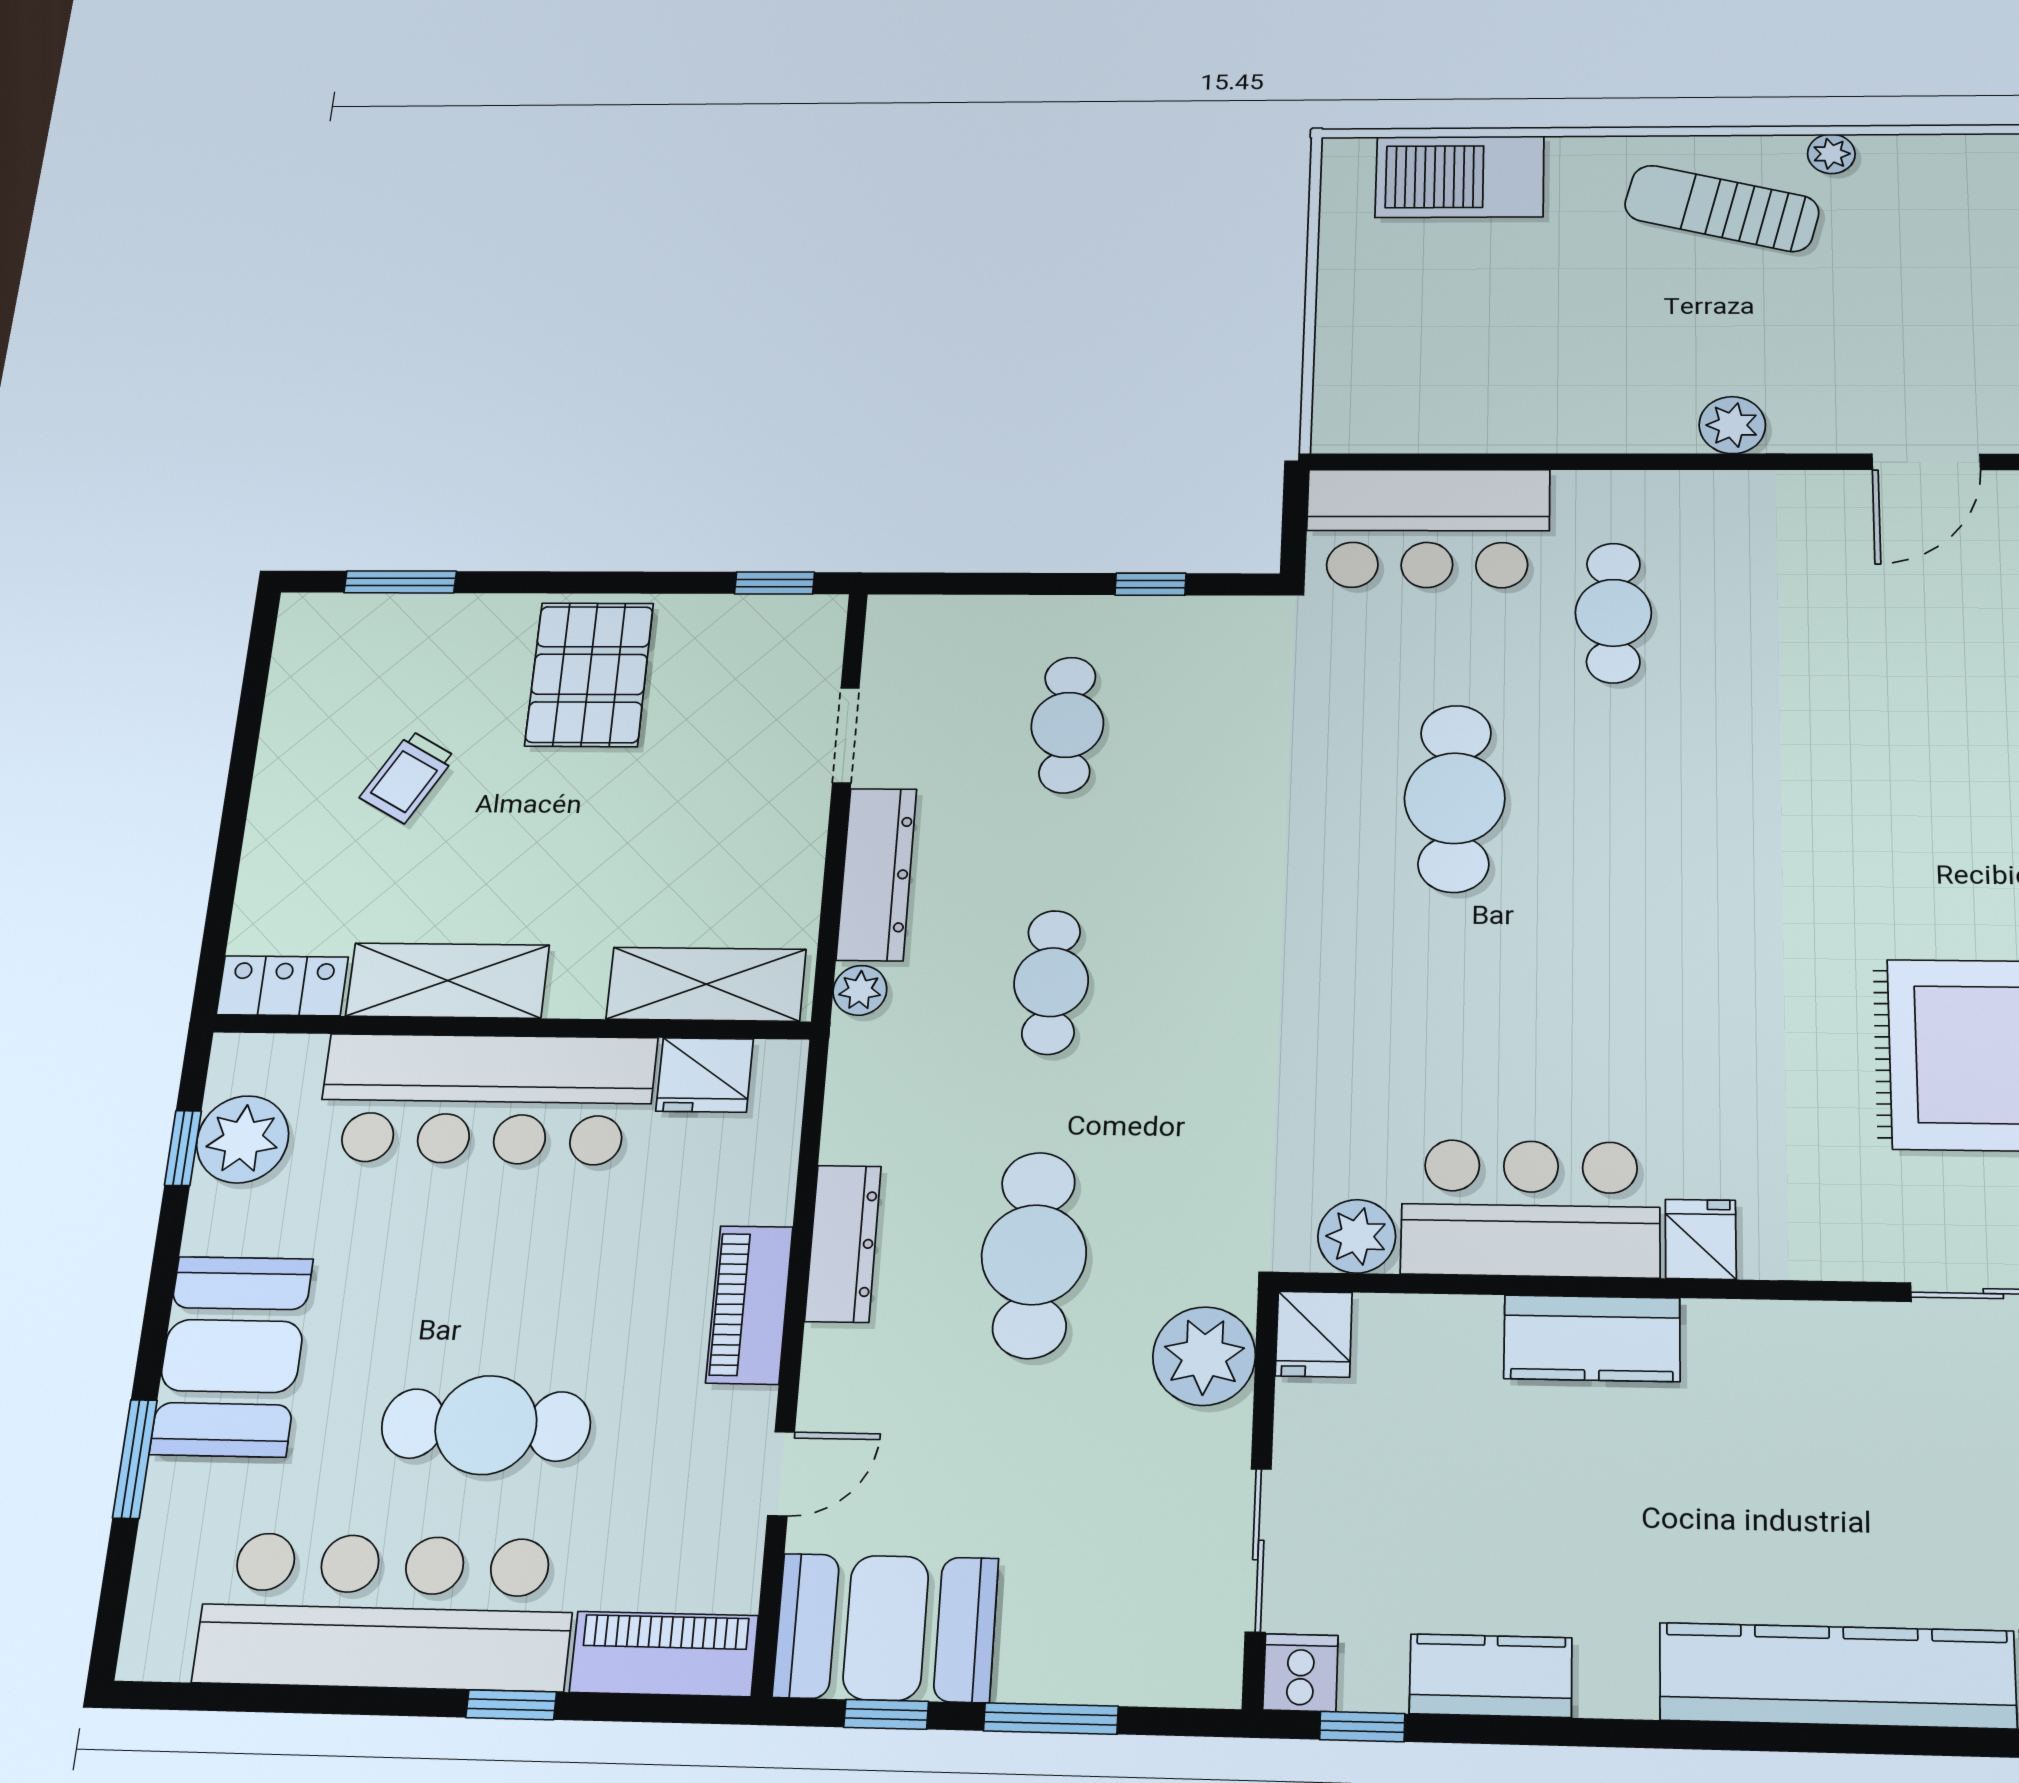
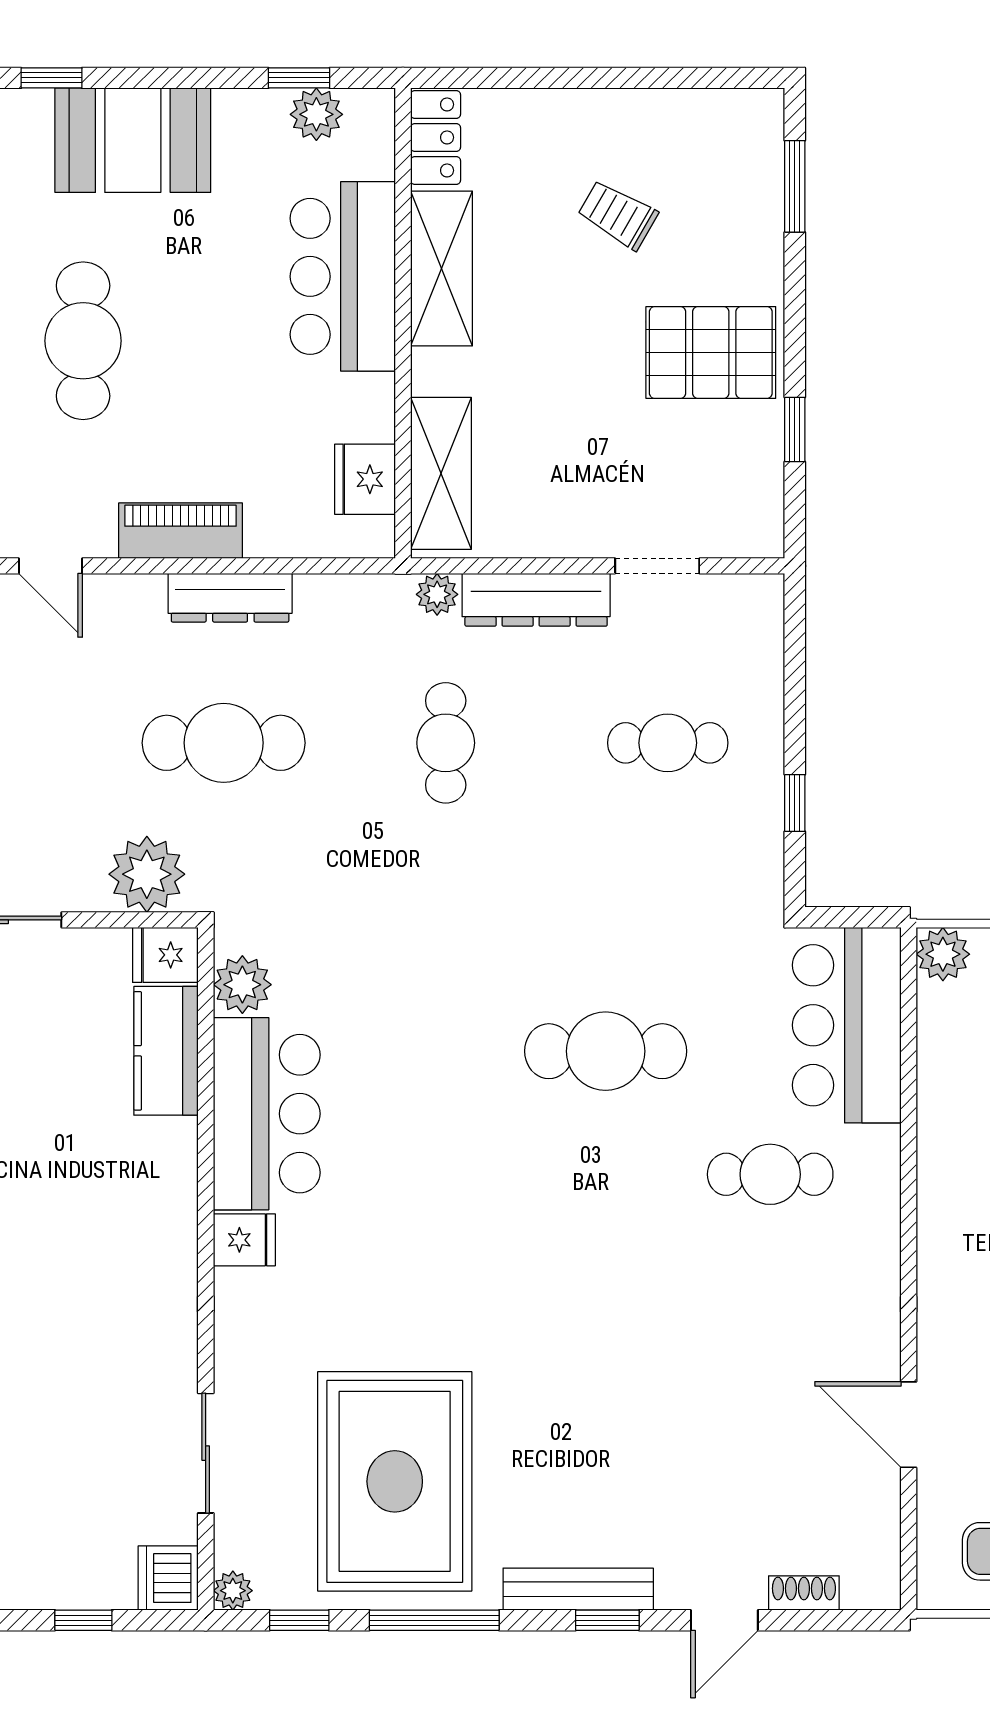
plant: (1732, 425) -> (943, 954), moved
window: (775, 583) -> (795, 429), moved
cafe table: (1051, 982) -> (446, 743), turned 90
bar counter: (486, 1099) -> (343, 276), width x0.73
plant: (243, 1139) -> (316, 114), width x0.73, depth x0.73
kitchen counter: (1592, 1338) -> (166, 1051), moved
window: (135, 1459) -> (52, 78), width x0.67

